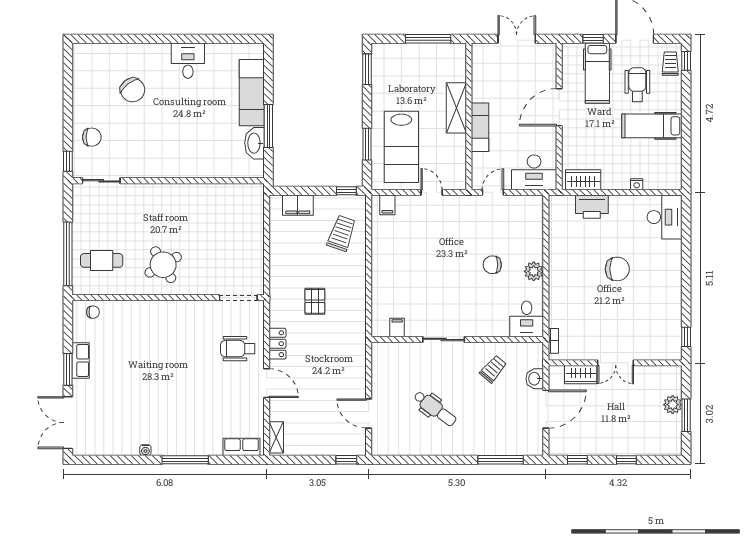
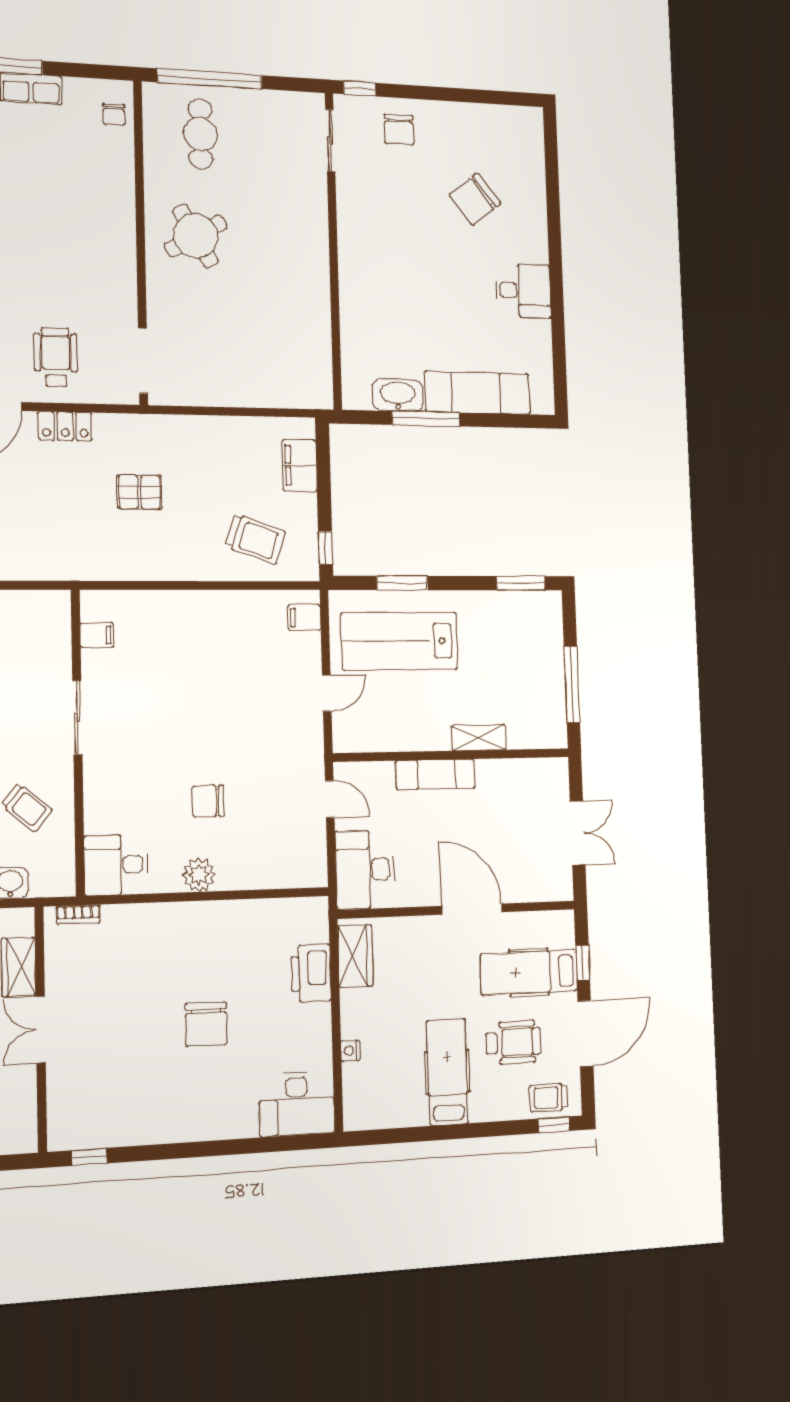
trolley: (670, 64) -> (549, 1097), turned 180
shelving: (456, 108) -> (479, 738), width x0.67, depth x0.75
chair: (492, 265) -> (208, 801), turned -90

